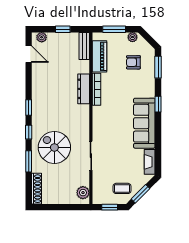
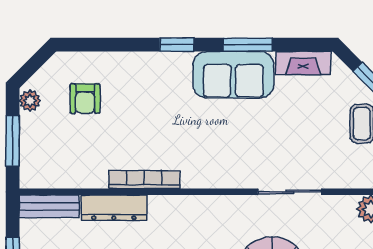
piano: (99, 56) -> (72, 173), removed
window: (158, 67) -> (248, 45), moved
dresser: (84, 89) -> (114, 208), moved
sofa: (144, 123) -> (233, 75), width x0.73

